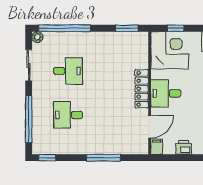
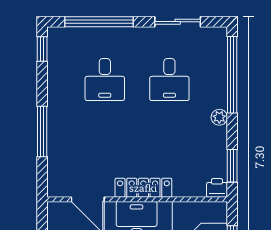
plant: (37, 37) -> (219, 117), moved
printer: (142, 39) -> (217, 188), added
desk: (68, 115) -> (105, 80), turned 180
filing cabinet: (157, 147) -> (58, 210), removed

